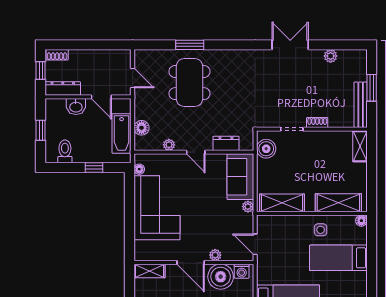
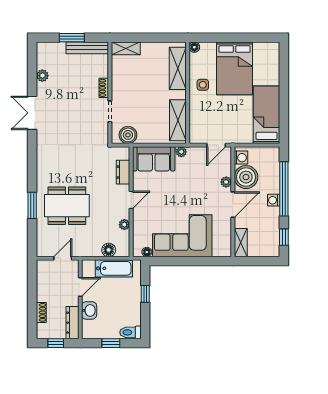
shoe rack: (57, 55) -> (41, 312), moved
toilet: (65, 151) -> (130, 332), moved
bed: (338, 258) -> (235, 68), width x1.50

